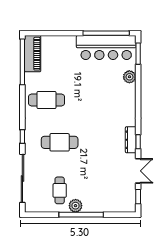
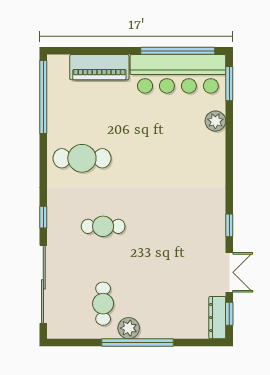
piano: (33, 54) -> (99, 67), moved, turned 90
dresser: (131, 140) -> (217, 318), moved
cafe table: (60, 142) -> (103, 226), width x0.73, depth x0.74

